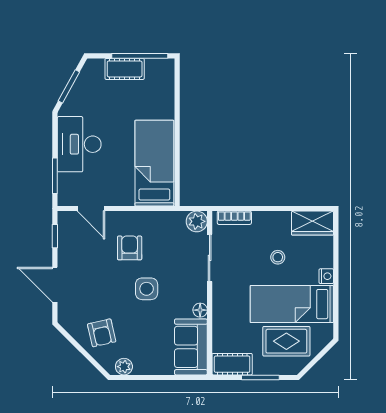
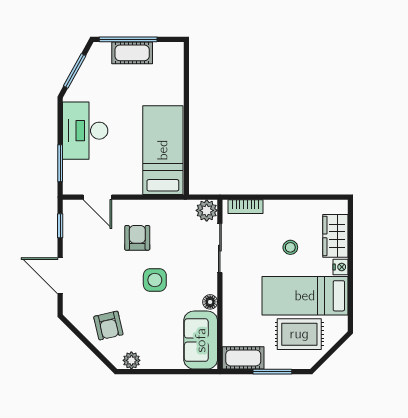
window: (140, 56) -> (128, 39), moved
wardrobe: (313, 223) -> (335, 236), moved, turned 90

